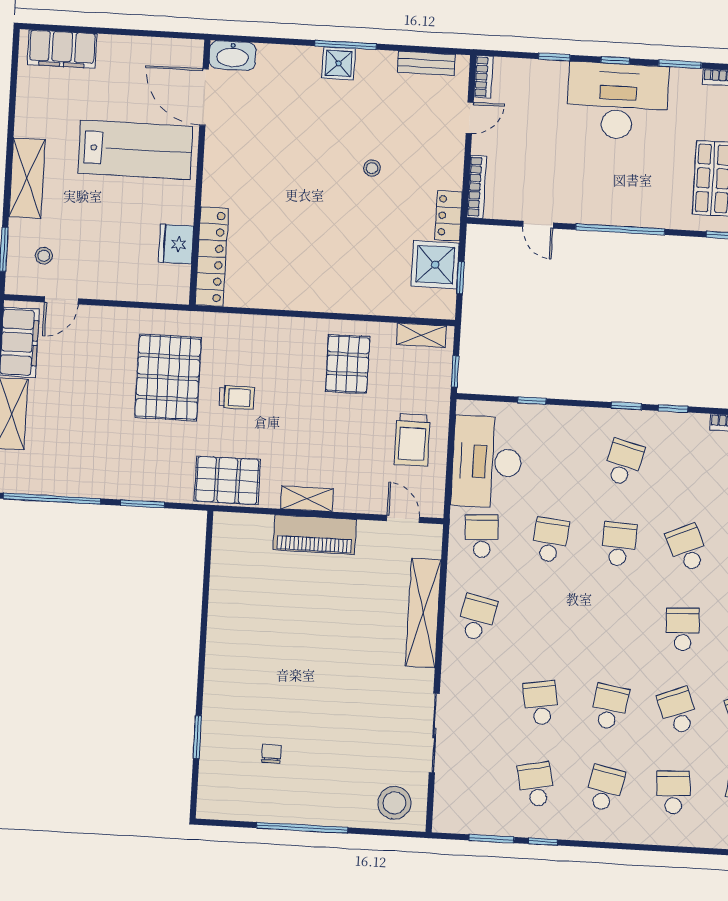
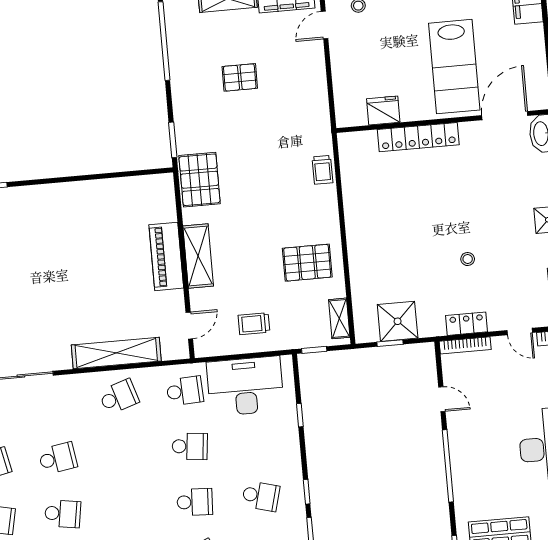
locker: (449, 216) -> (467, 324), moved
door: (538, 225) -> (442, 399), swing flipped
locker: (212, 257) -> (418, 137), moved
door: (61, 300) -> (324, 25), hinge flipped
pallet: (168, 378) -> (240, 77), moved, width x0.49, depth x0.50
trolley: (237, 397) -> (323, 170), moved
trolley: (412, 440) -> (254, 324), width x0.73, depth x0.72
shelving: (307, 499) -> (198, 256), width x1.50, depth x1.33
window: (143, 504) -> (173, 140), moved
school desk: (477, 618) -> (119, 397), turned -30

